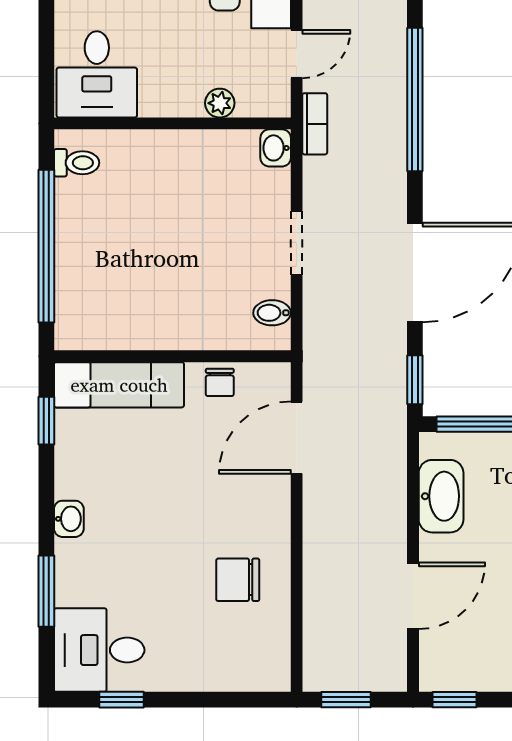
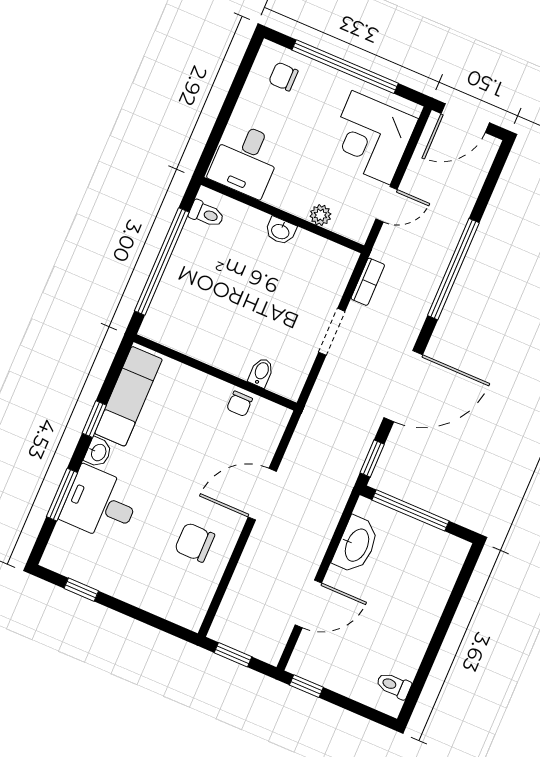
bookcase: (315, 124) -> (368, 282), moved
washbasin: (276, 148) -> (281, 231), moved, turned -90
bidet: (272, 313) -> (261, 372), moved, turned 90
exam couch: (119, 385) -> (128, 396), moved, turned -90
window: (46, 421) -> (94, 419), moved
door: (297, 438) -> (262, 494), moved
desk: (99, 650) -> (100, 504), moved

